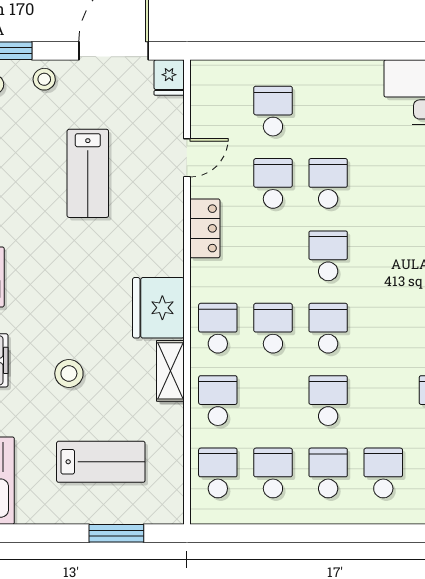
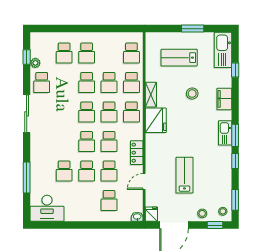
washbasin: (204, 71) -> (137, 217), added
school desk: (383, 183) -> (64, 171), added
school desk: (273, 256) -> (109, 141), added
school desk: (273, 473) -> (109, 83), moved
window: (116, 533) -> (193, 29), moved

